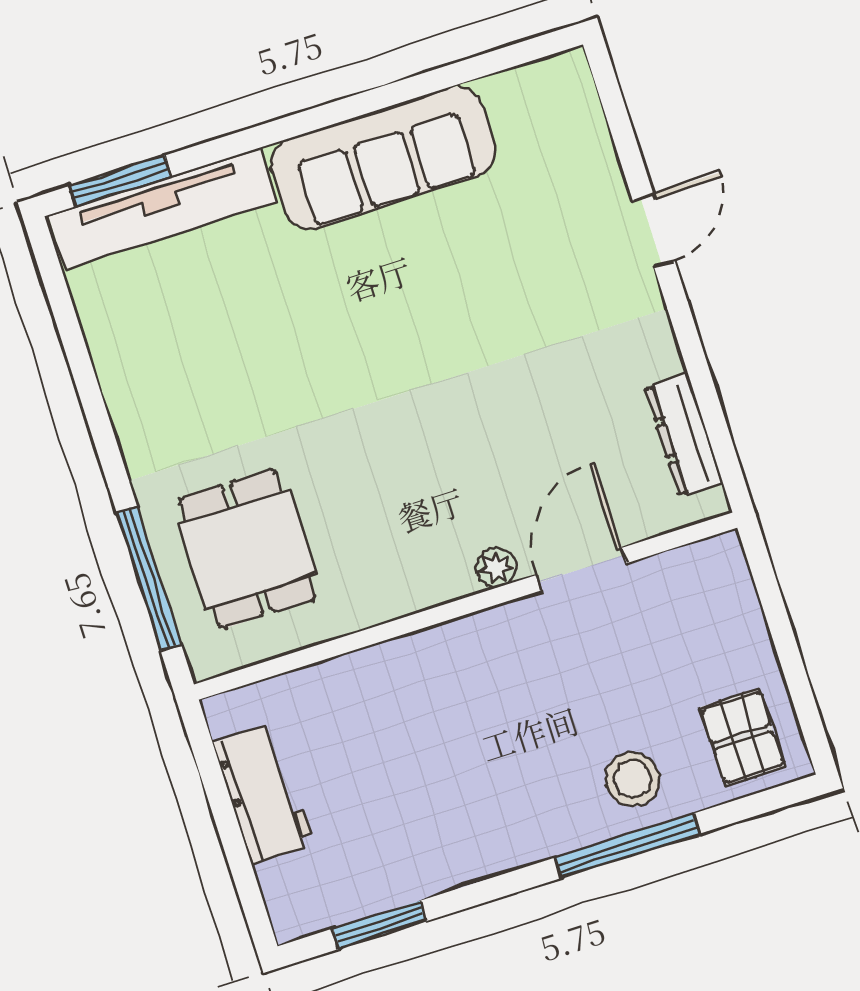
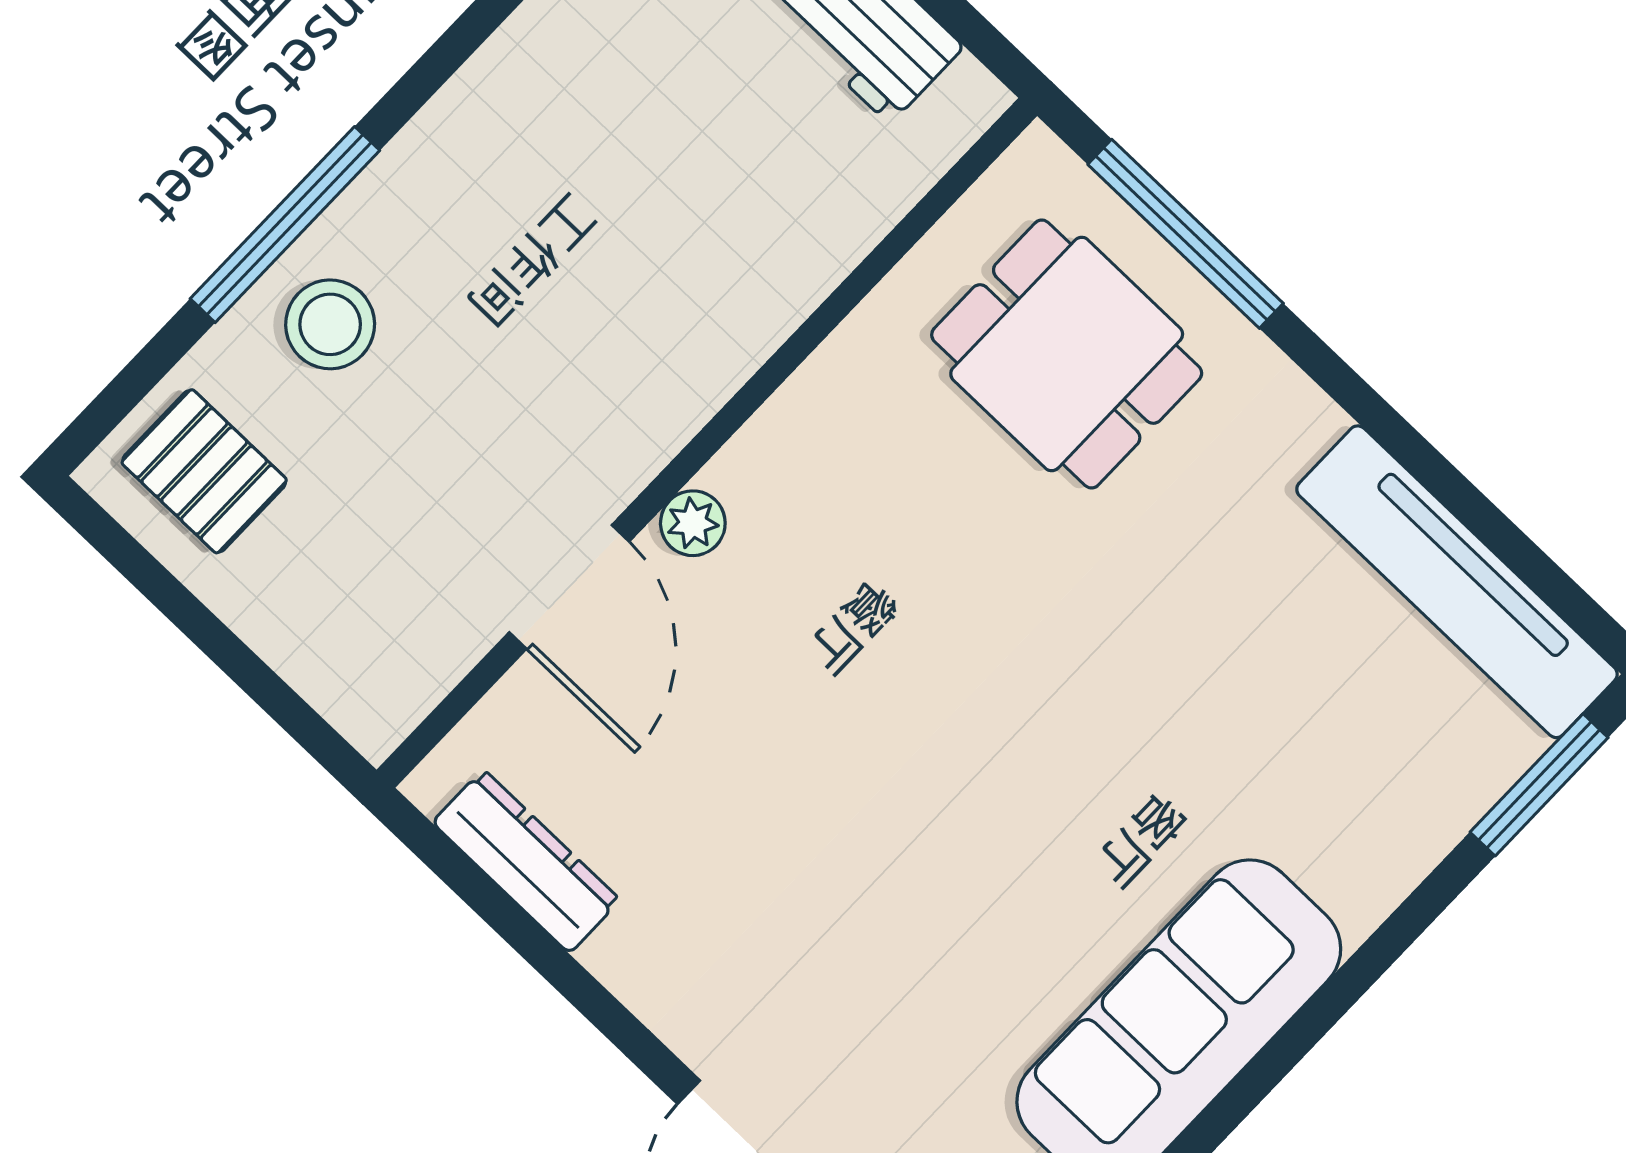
tv unit: (162, 208) -> (1457, 582), moved, turned -90

